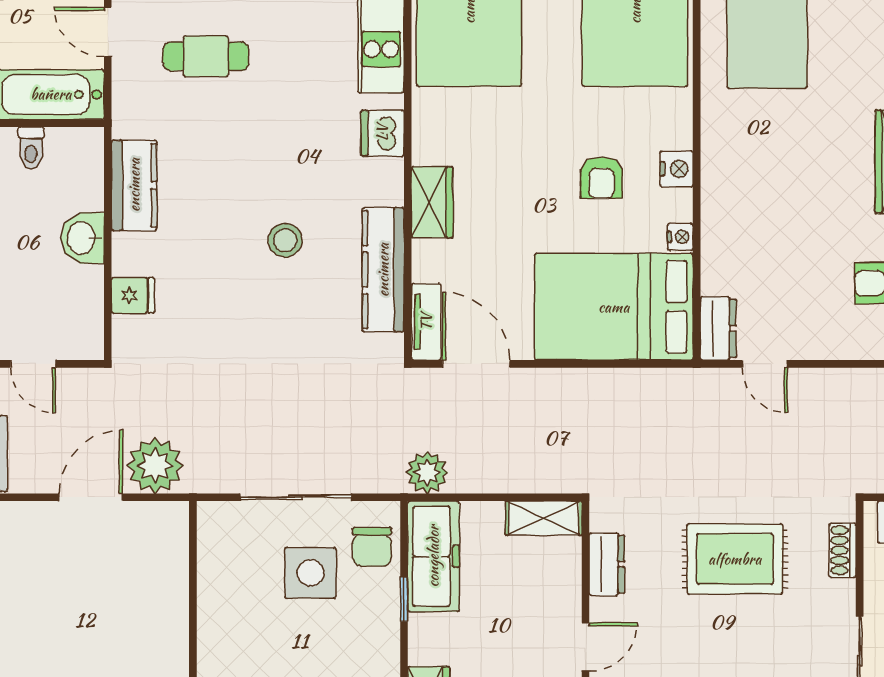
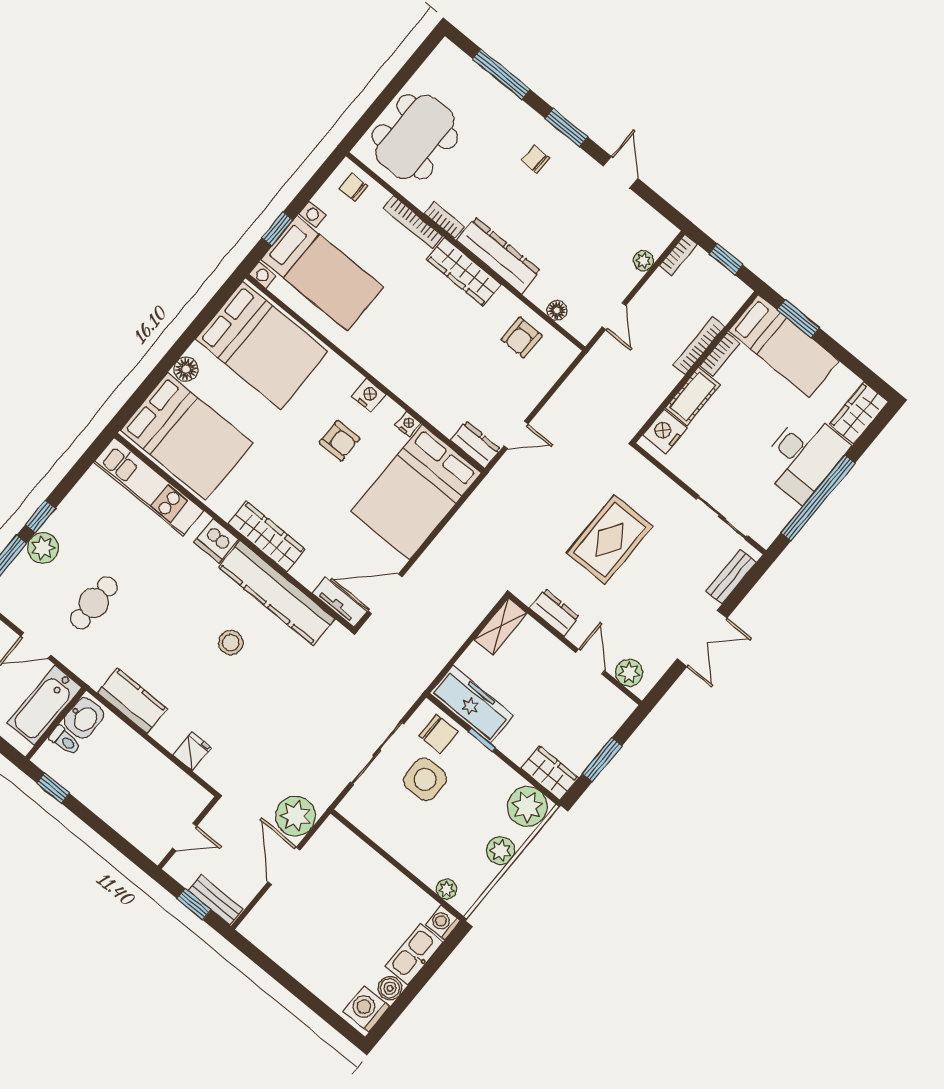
wardrobe: (432, 202) -> (267, 537), width x1.50
washbasin: (82, 238) -> (84, 718), moved, turned -90
kitchen counter: (383, 270) -> (277, 593), width x1.39, depth x1.17
plant: (427, 472) -> (423, 670), removed
shoe rack: (843, 550) -> (654, 477), removed

